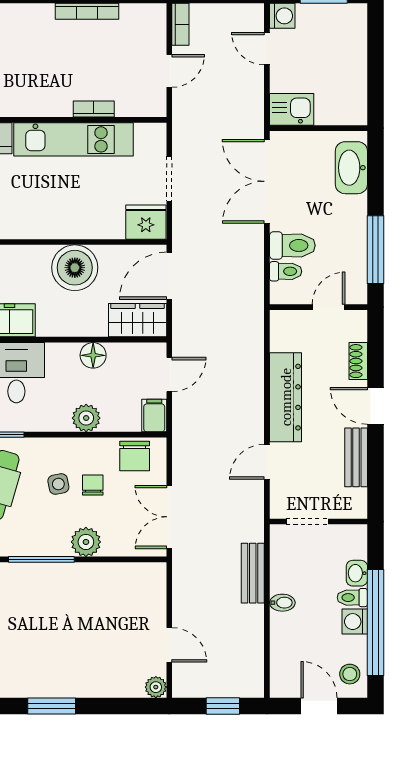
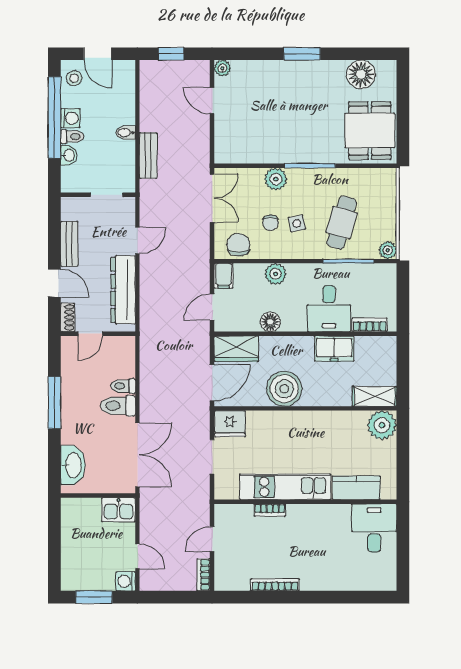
wall: (318, 307) -> (98, 334), moved
door: (329, 307) -> (90, 334), moved

